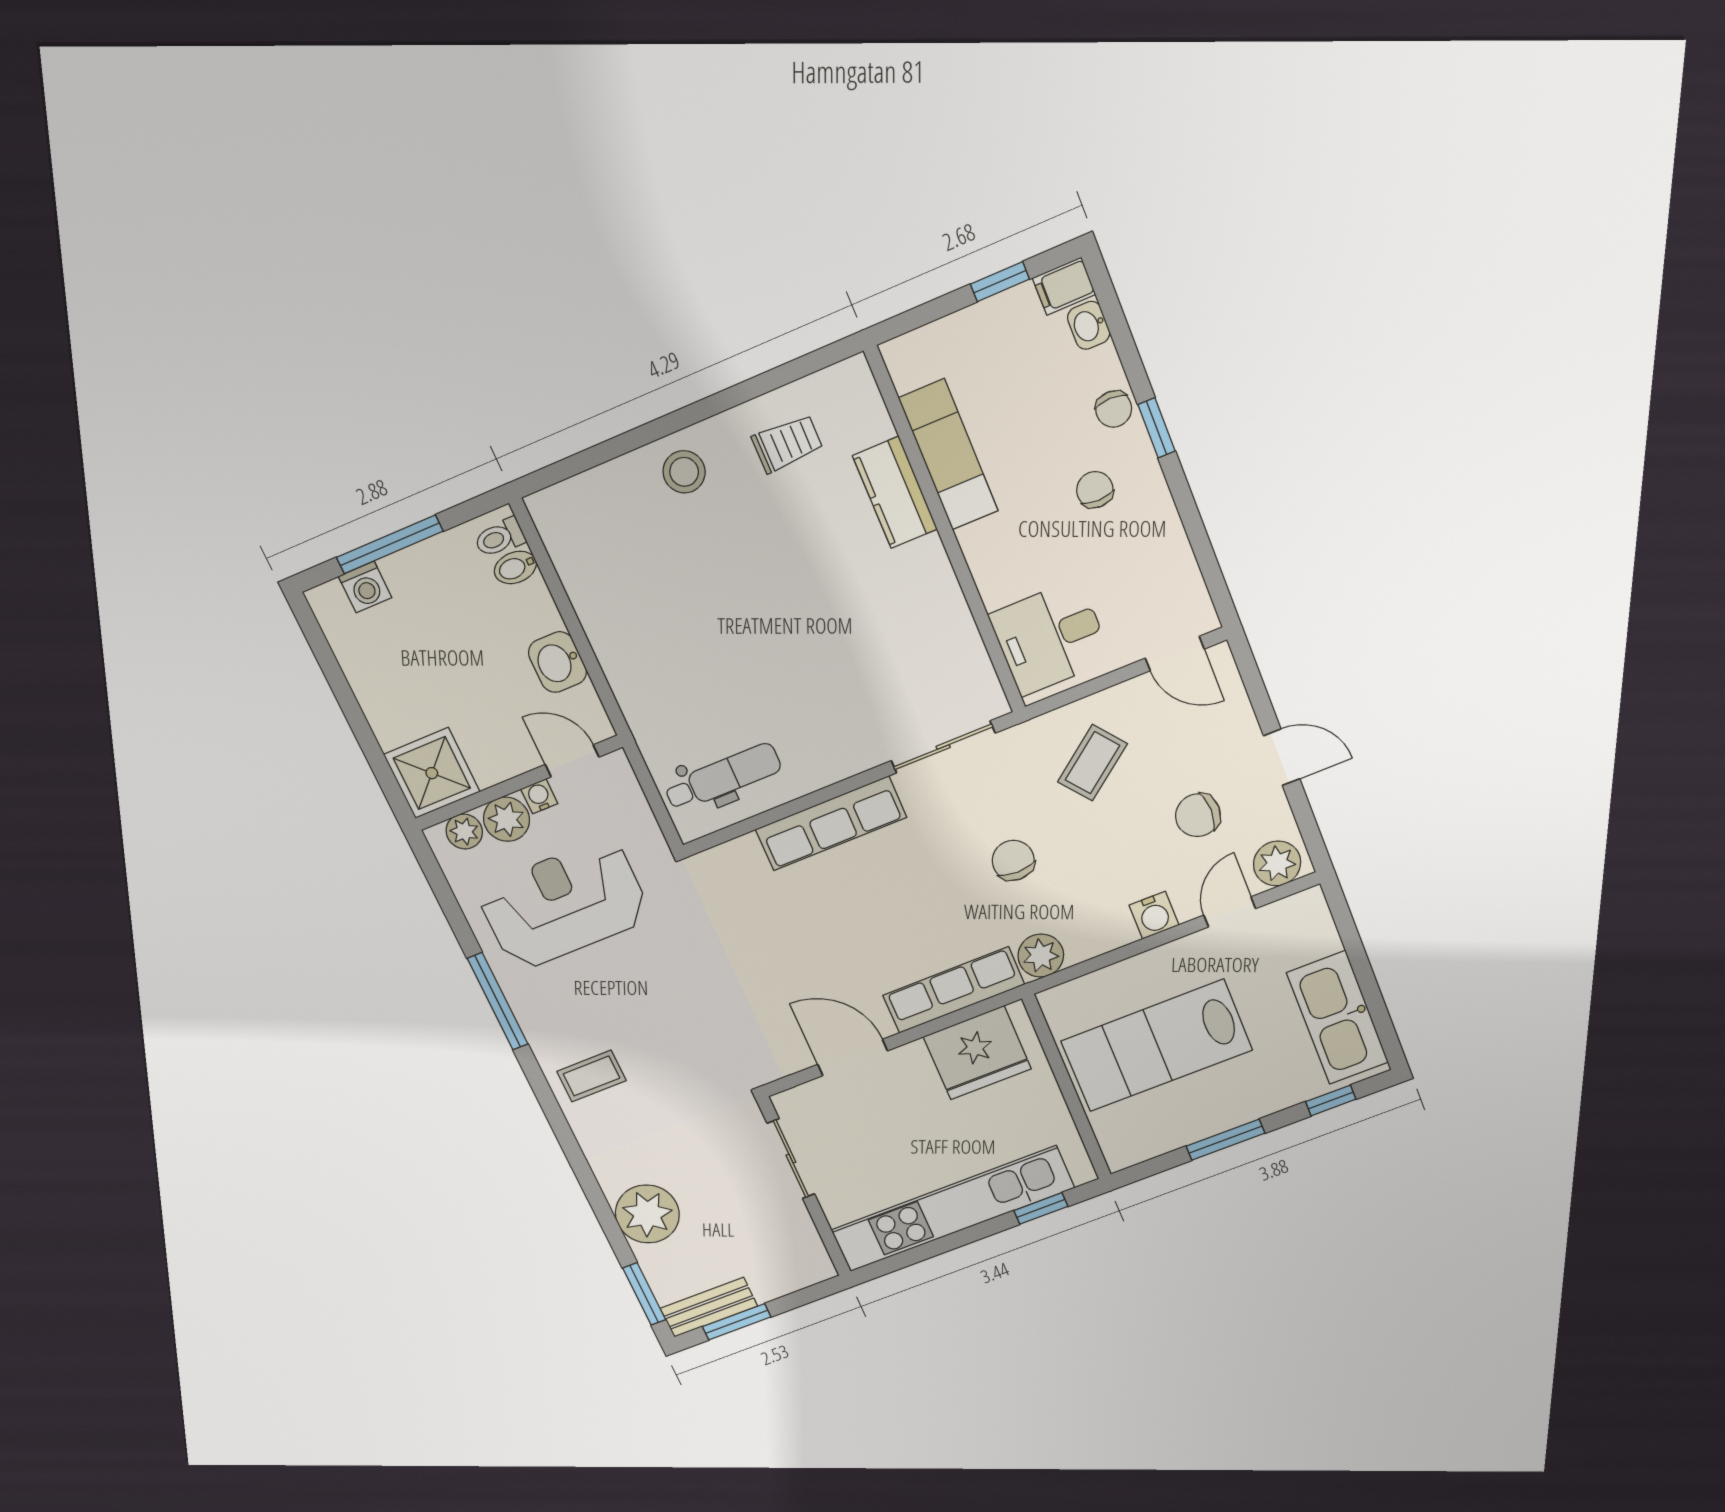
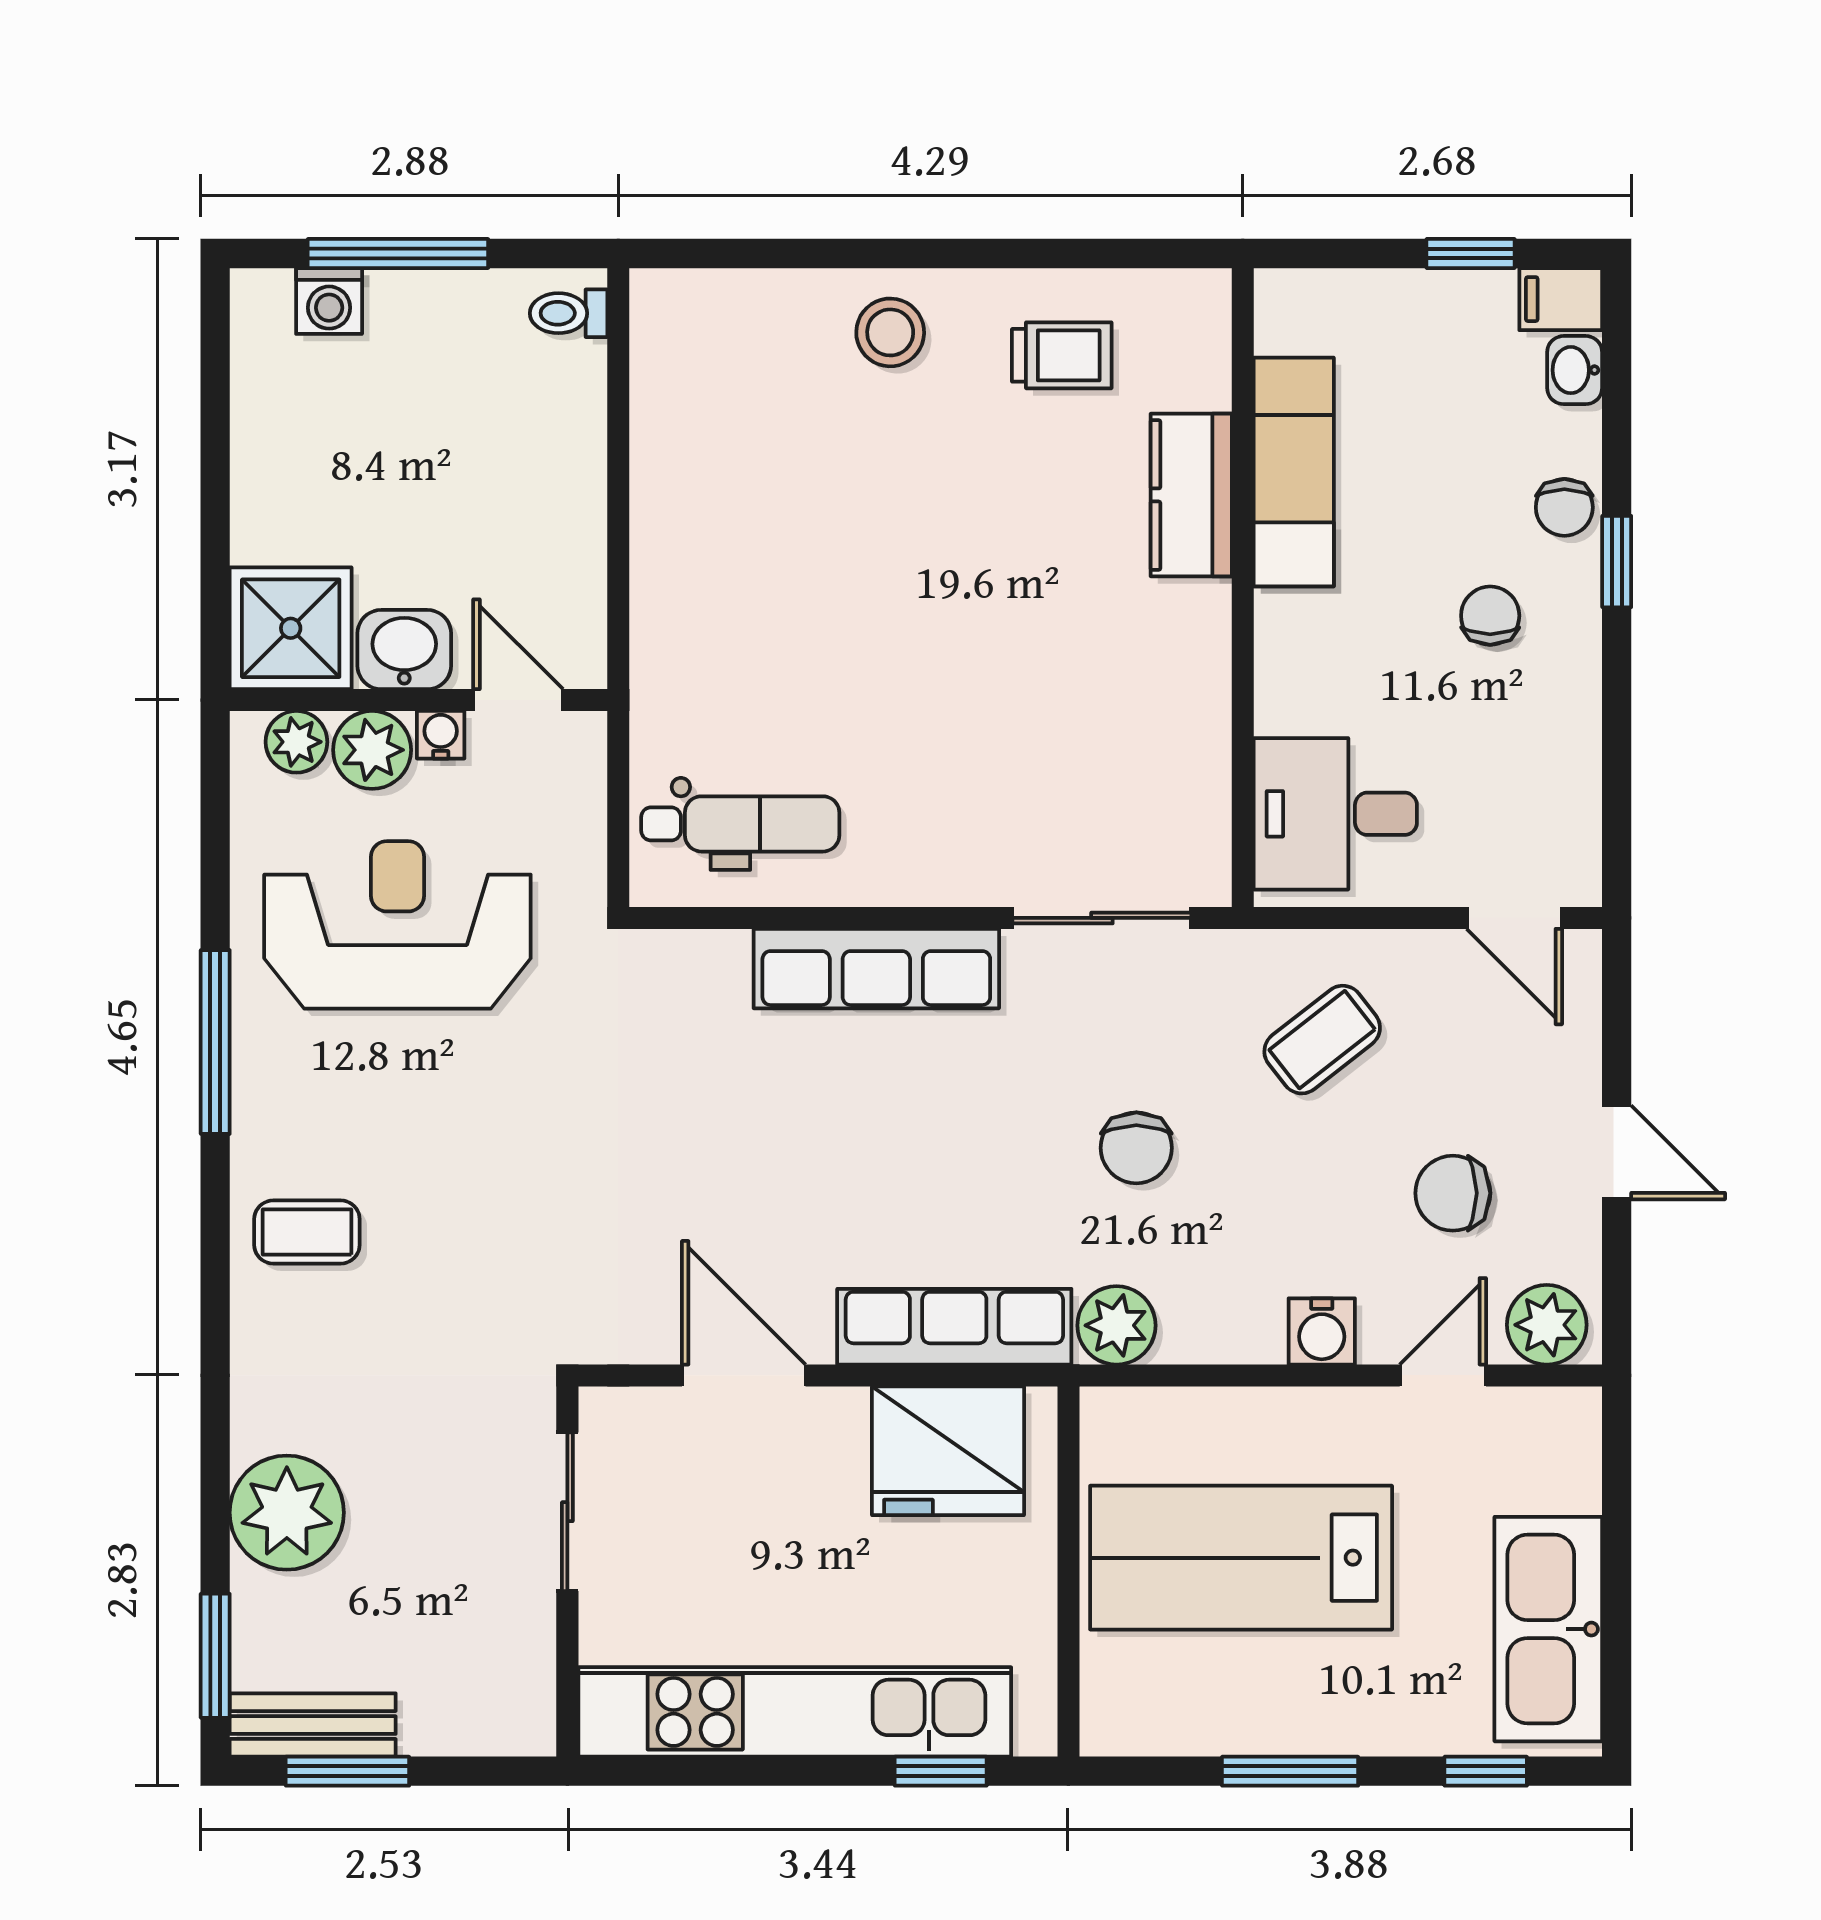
bidet: (515, 567) -> (571, 367), removed
washbasin: (558, 662) -> (404, 650), moved, turned 90
chair: (1013, 860) -> (1136, 1148), turned 180

